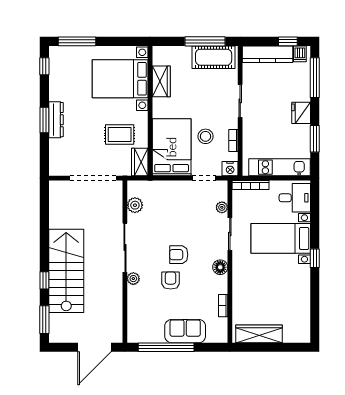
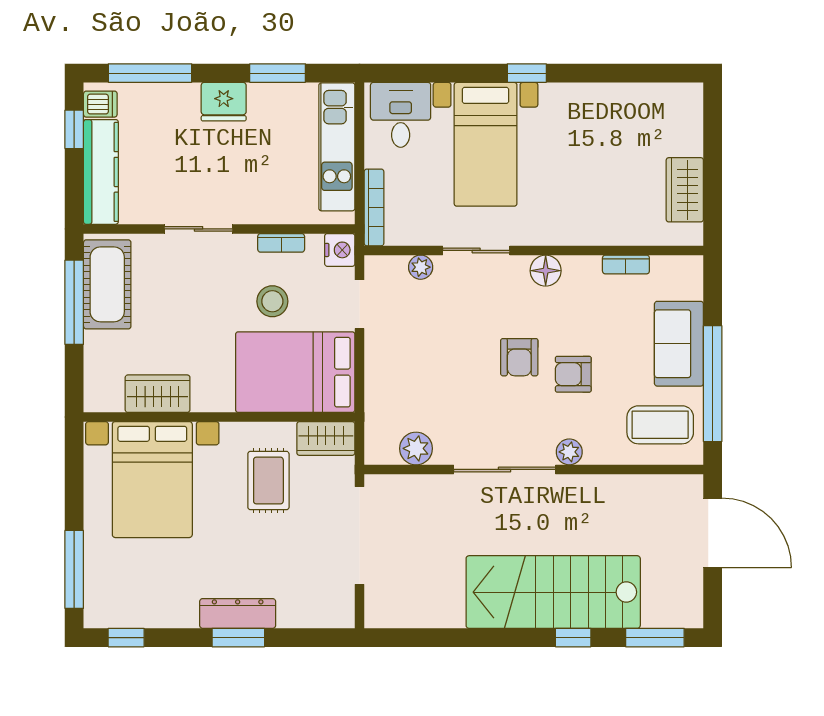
coffee table: (146, 322) -> (660, 425), added
wardrobe: (259, 334) -> (685, 190), width x0.67

